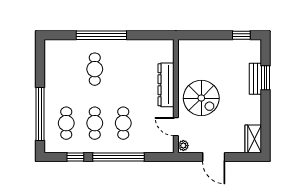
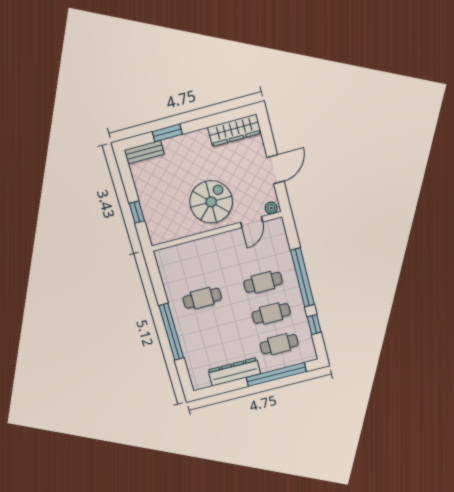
window: (241, 35) -> (137, 212), moved
cafe table: (95, 69) -> (202, 298), moved
bench: (255, 79) -> (144, 152), moved
dresser: (166, 85) -> (234, 372), moved, turned 180
wardrobe: (253, 139) -> (234, 130), width x1.50

